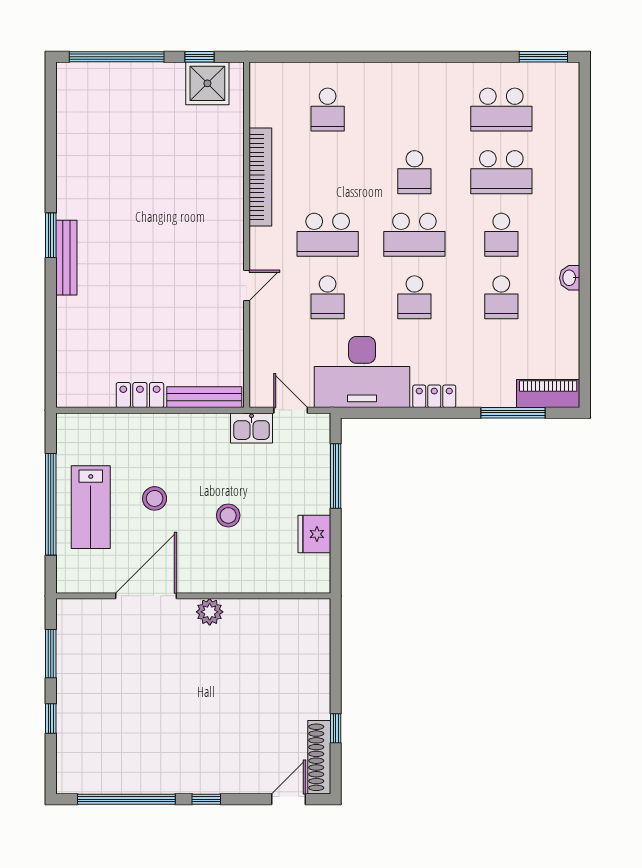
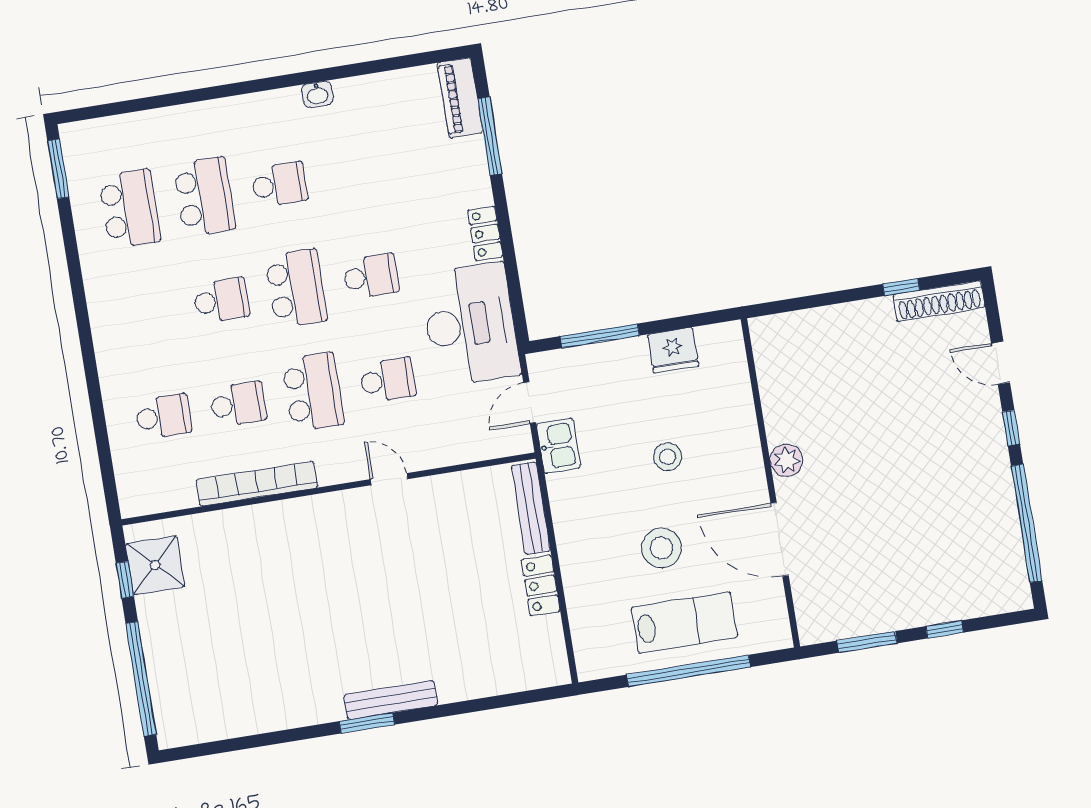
school desk: (501, 297) -> (238, 404), moved
stool: (155, 498) -> (662, 548), width x1.38, depth x1.38
door: (288, 799) -> (1001, 363), moved

